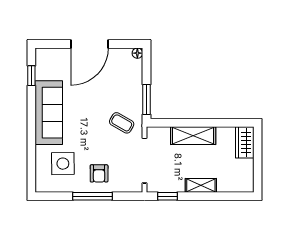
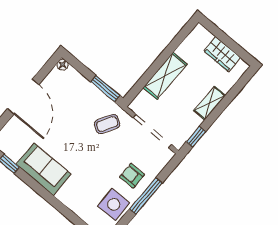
sofa: (49, 113) -> (44, 169), width x0.73
wardrobe: (245, 142) -> (222, 54), moved
side table: (63, 164) -> (114, 204), moved
armchair: (99, 173) -> (132, 176), turned 180

